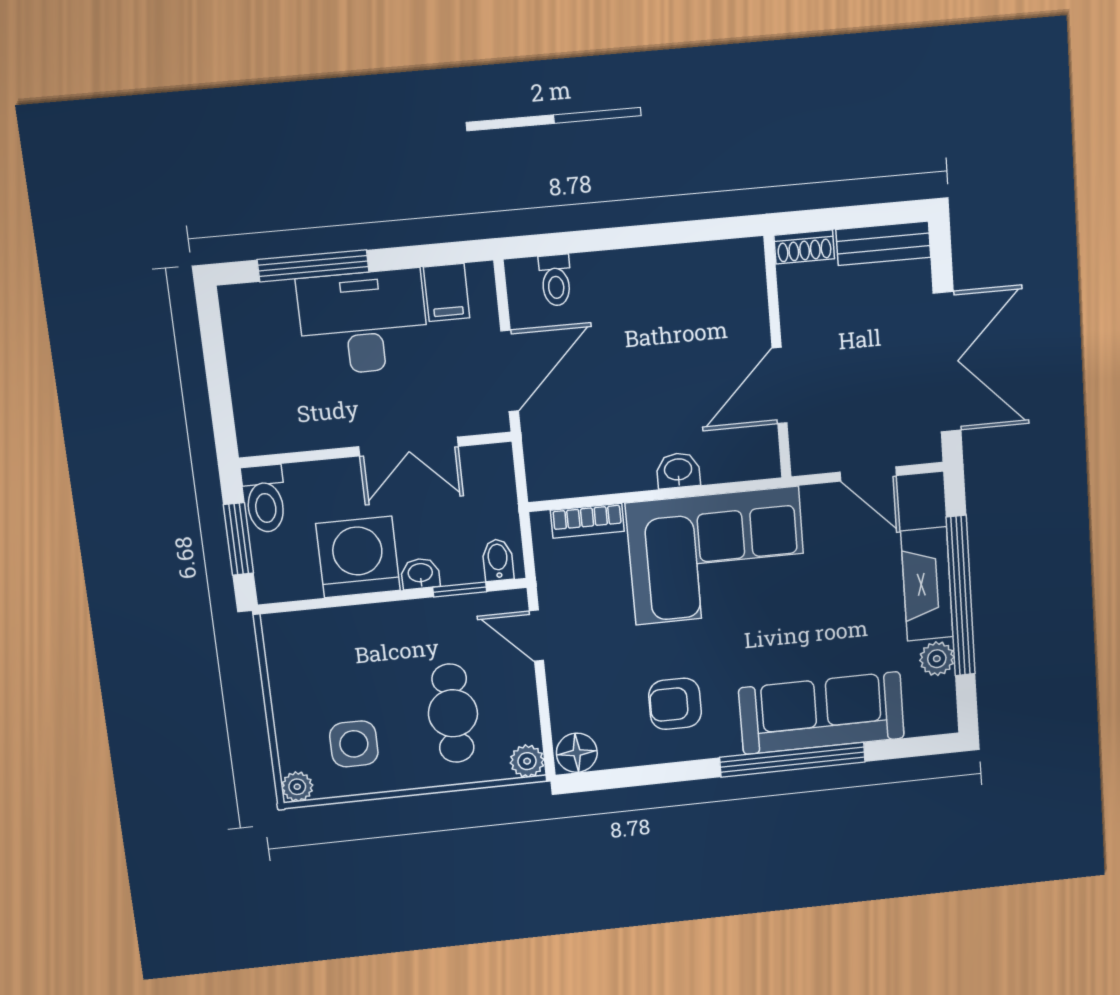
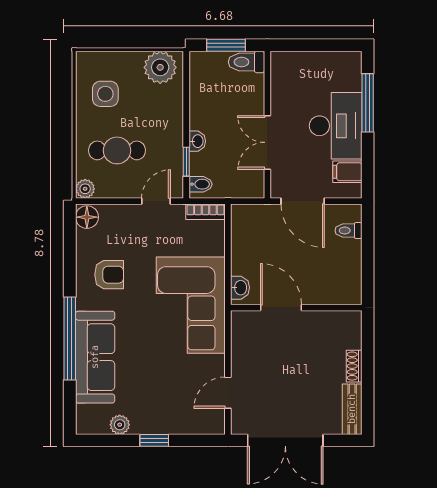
wall: (777, 358) -> (296, 308), moved
door: (780, 386) -> (281, 308), moved
bookcase: (587, 521) -> (205, 212), moved, turned -90
washing machine: (358, 557) -> (210, 108), removed
fireplace: (927, 584) -> (163, 422), removed
window: (961, 596) -> (154, 440), width x0.32
armchair: (675, 704) -> (109, 275), turned 90
plant: (297, 787) -> (160, 67), moved, width x1.87, depth x1.87

